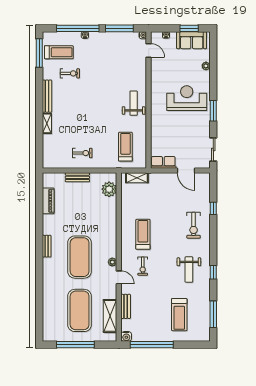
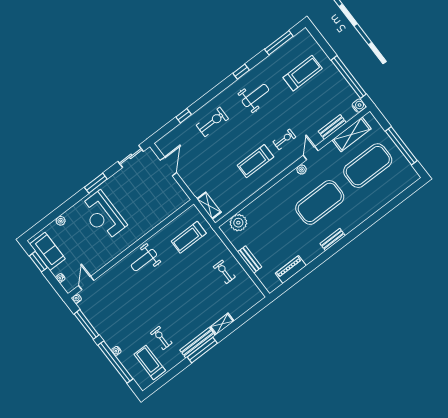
window: (39, 53) -> (202, 350), moved
row of seats: (163, 162) -> (177, 192), removed

